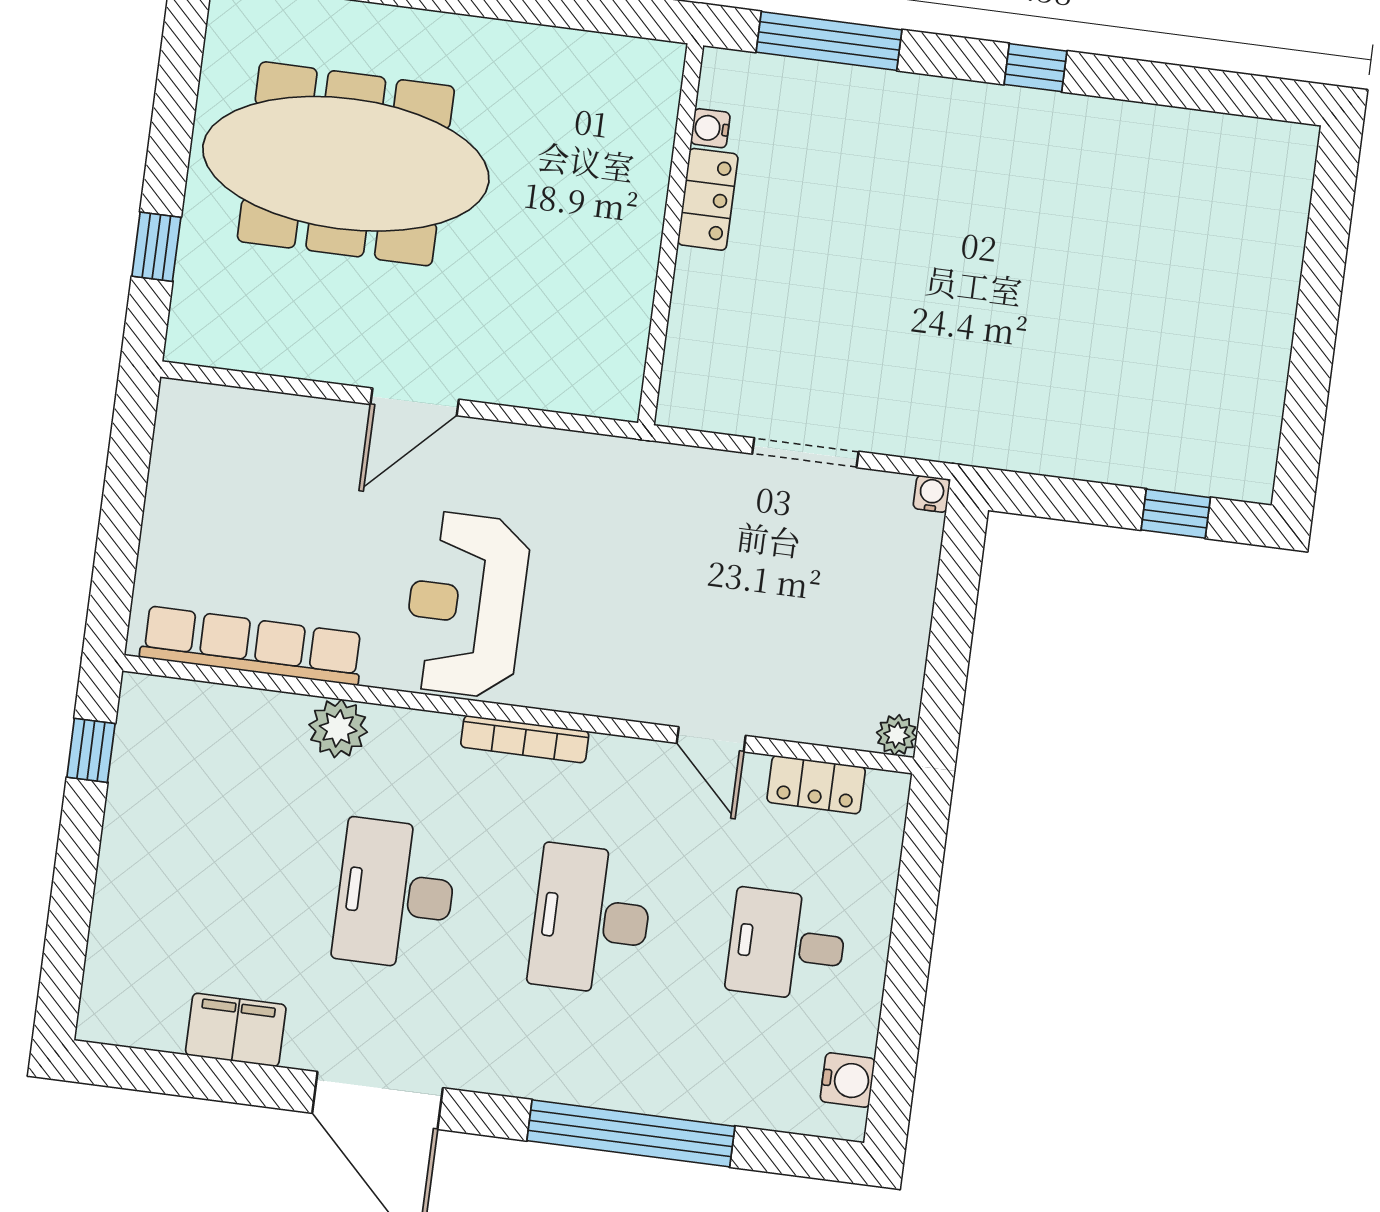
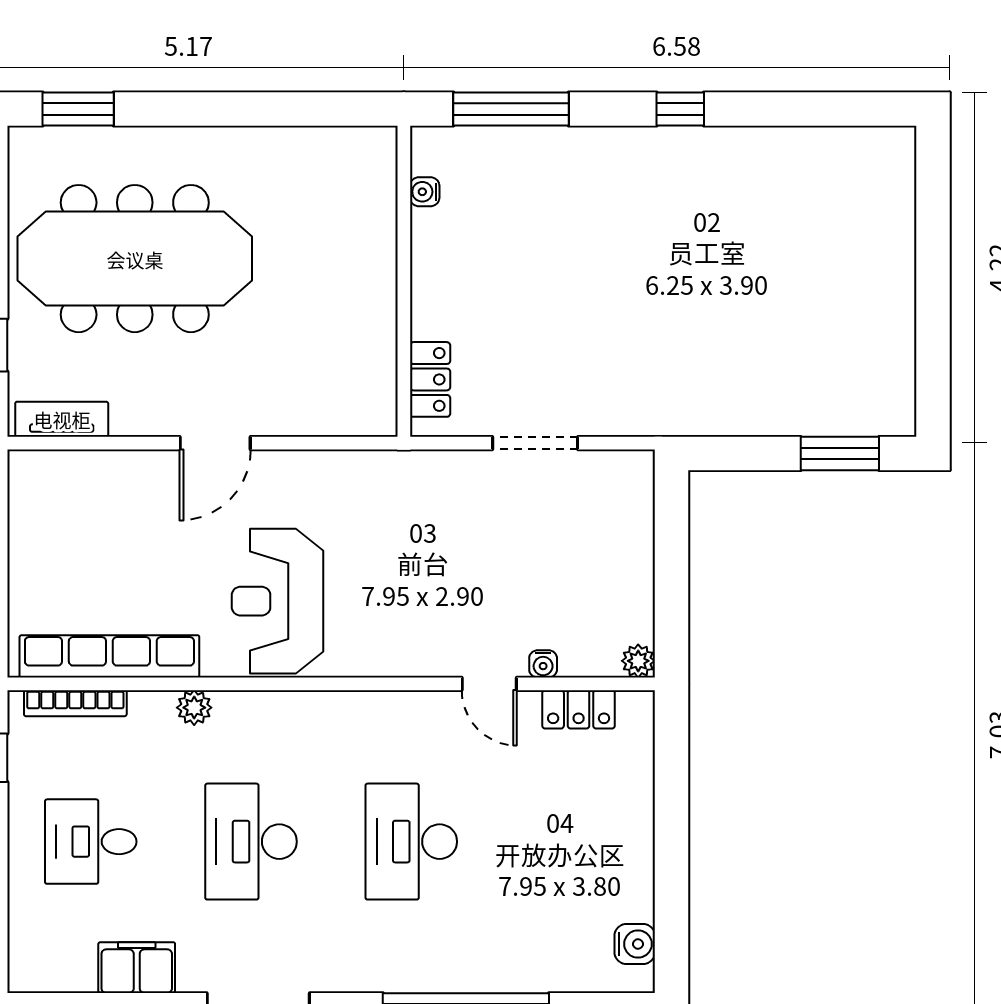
locker: (708, 199) -> (430, 379), moved
tv unit: (231, 348) -> (62, 419), added
water cooler: (932, 494) -> (543, 664), moved, turned 180
window: (1176, 514) -> (840, 454), width x1.50
plant: (338, 728) -> (194, 708), width x0.73, depth x0.73
bookcase: (525, 739) -> (75, 703), moved
desk: (787, 945) -> (91, 842), moved

